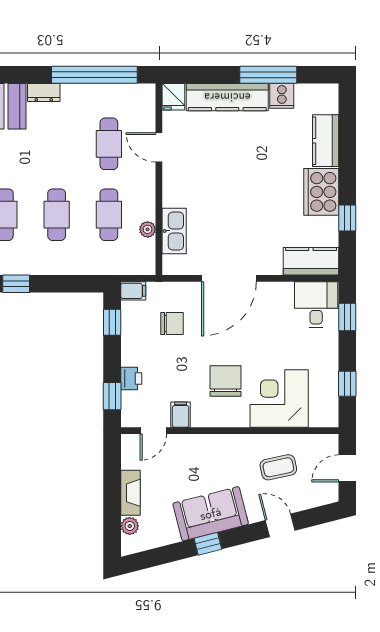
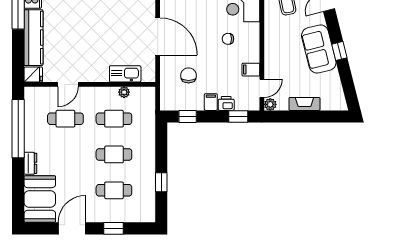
filing cabinet: (133, 291) -> (211, 102), moved
chair: (225, 381) -> (228, 39), width x0.54, depth x0.54
door: (153, 431) -> (262, 88), hinge flipped
plant: (130, 526) -> (270, 104), moved

